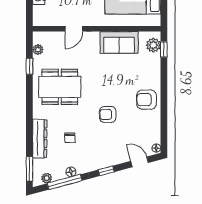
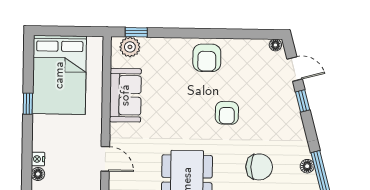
chair: (70, 138) -> (259, 167), width x1.87, depth x1.87
door: (140, 162) -> (295, 69), swing flipped
window: (106, 171) -> (303, 101), moved

